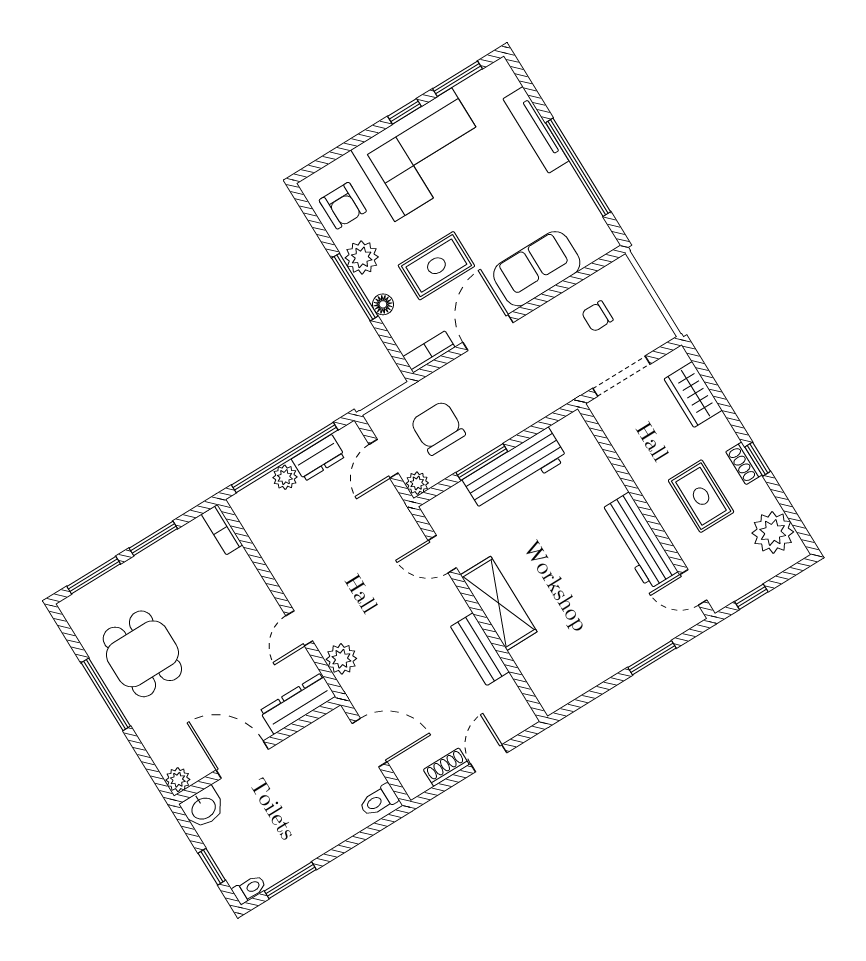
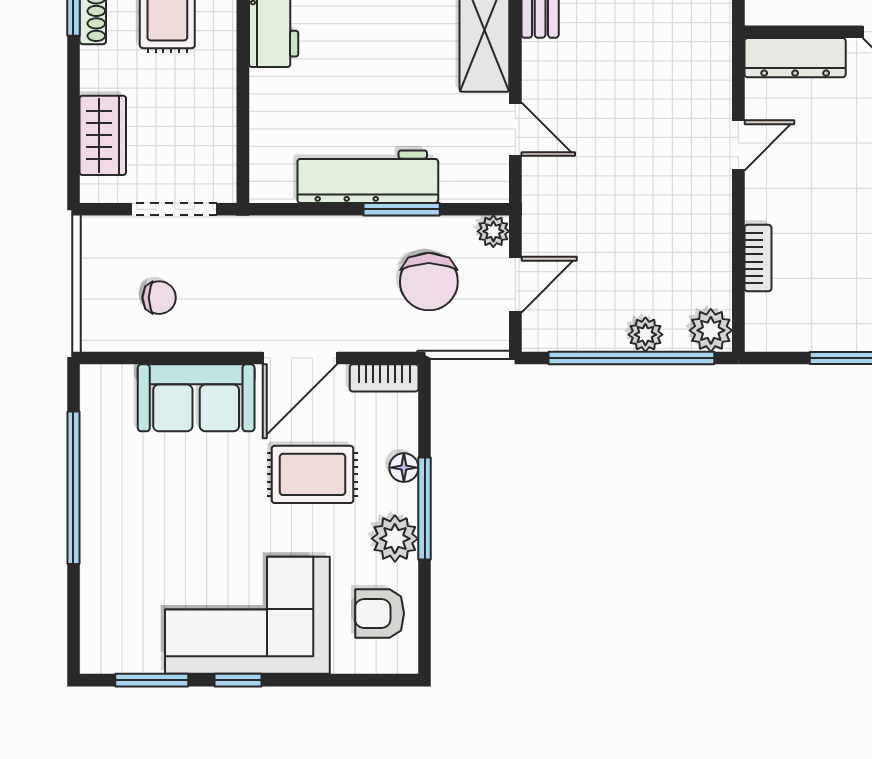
tv unit: (536, 130) -> (96, 563), removed
armchair: (343, 206) -> (380, 613), turned -90
dresser: (318, 458) -> (592, 333), removed
bookcase: (222, 530) -> (758, 258), moved
plant: (341, 659) -> (711, 330), moved

